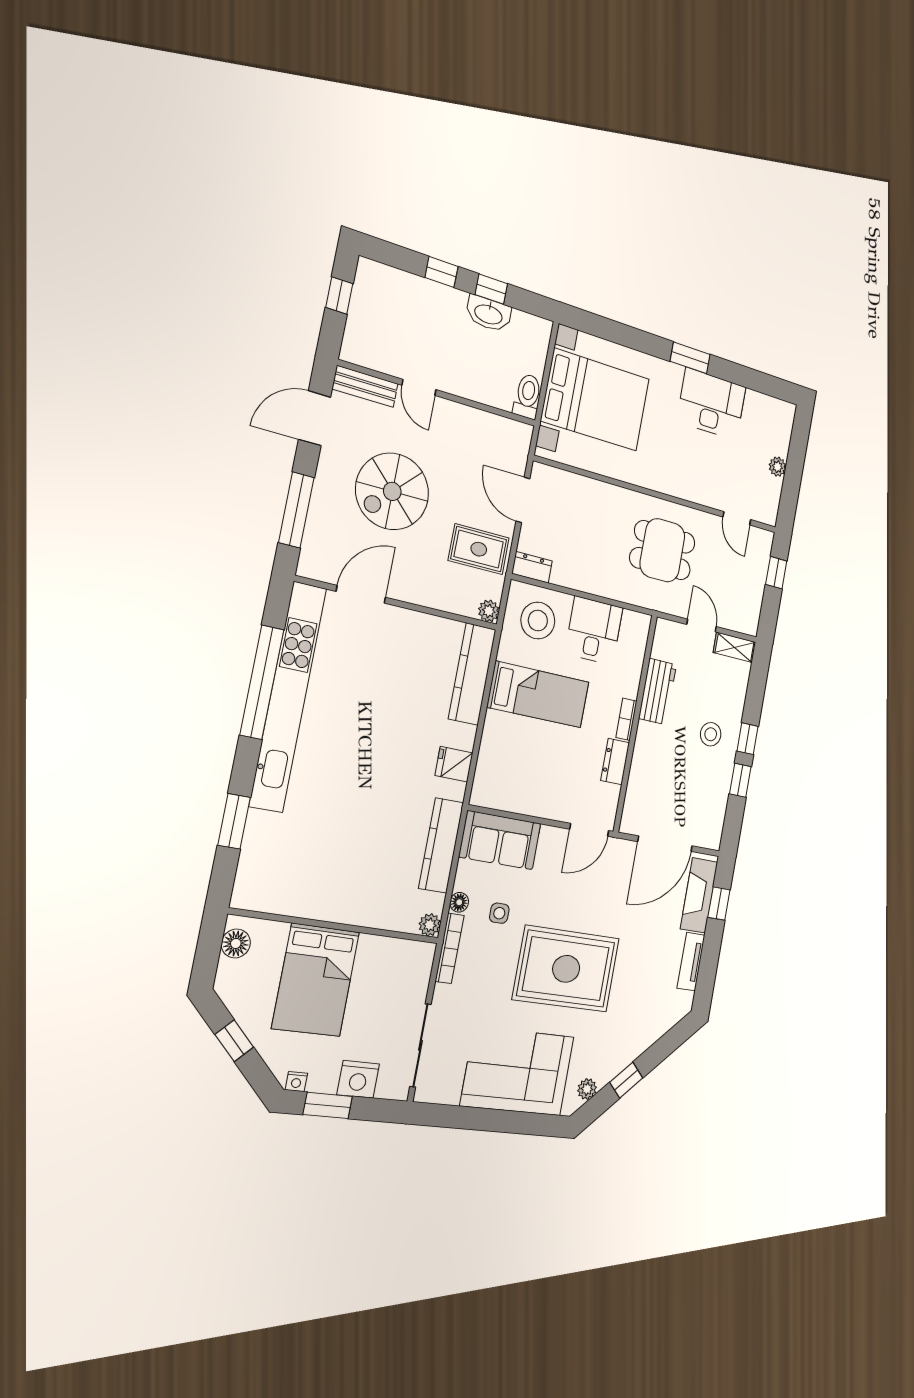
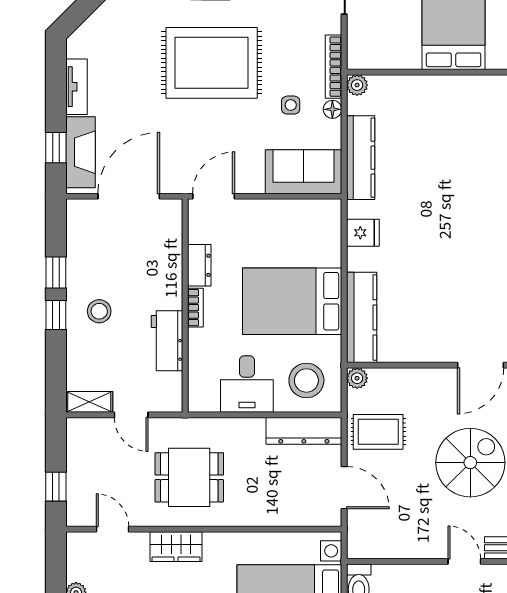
wardrobe: (686, 485) -> (176, 547), added
dresser: (532, 567) -> (304, 431), width x1.96, depth x1.24
bed: (538, 695) -> (292, 301), width x1.50

